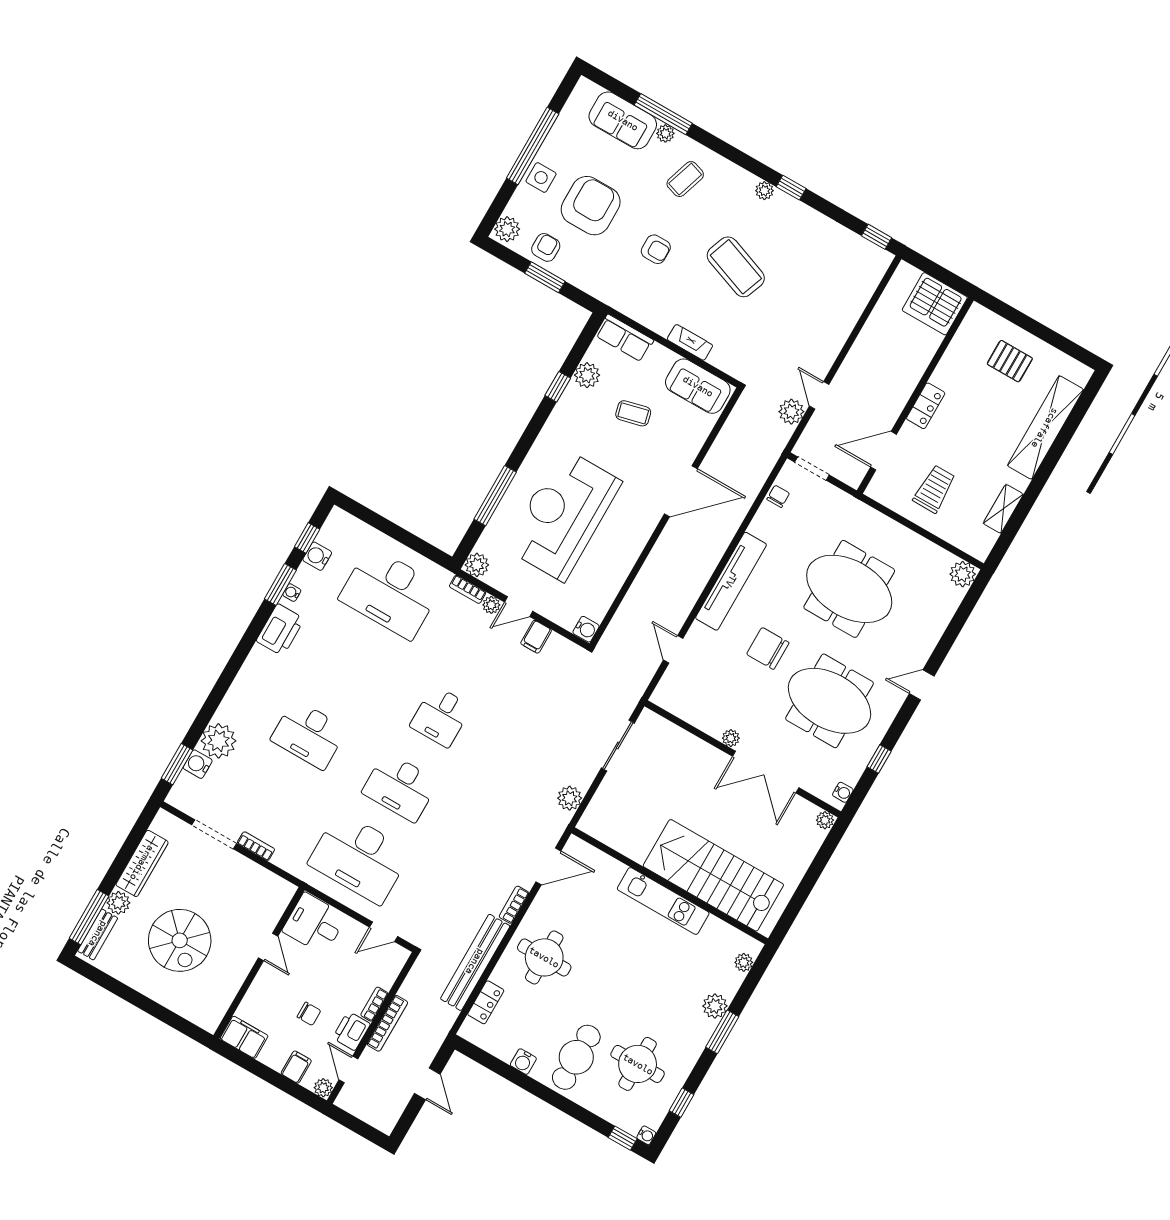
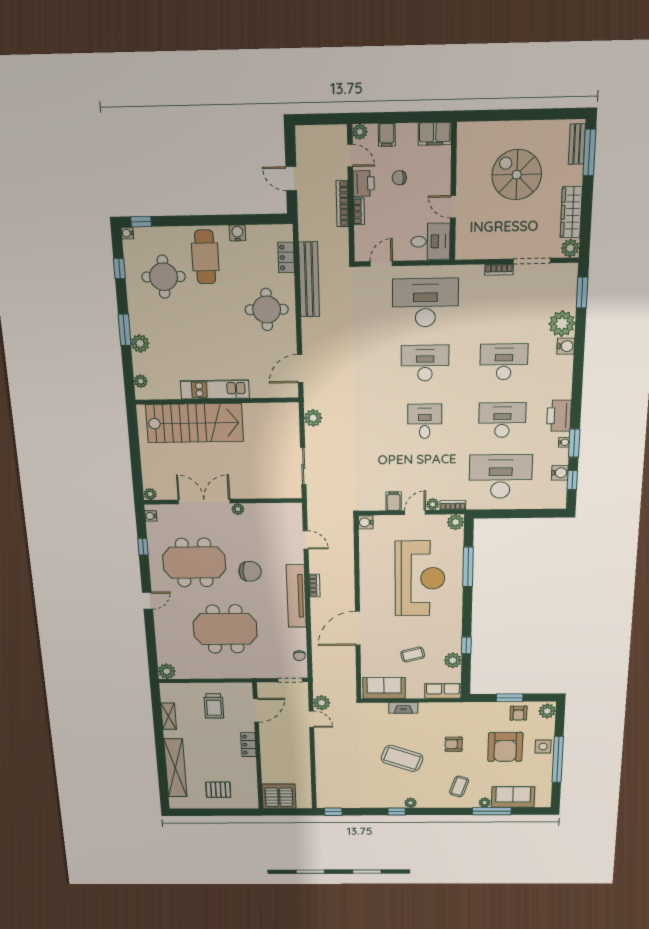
desk: (349, 664) -> (502, 420), added
water cooler: (198, 764) -> (566, 346), moved
plant: (118, 903) -> (570, 248), moved
bookcase: (514, 905) -> (315, 586), moved

